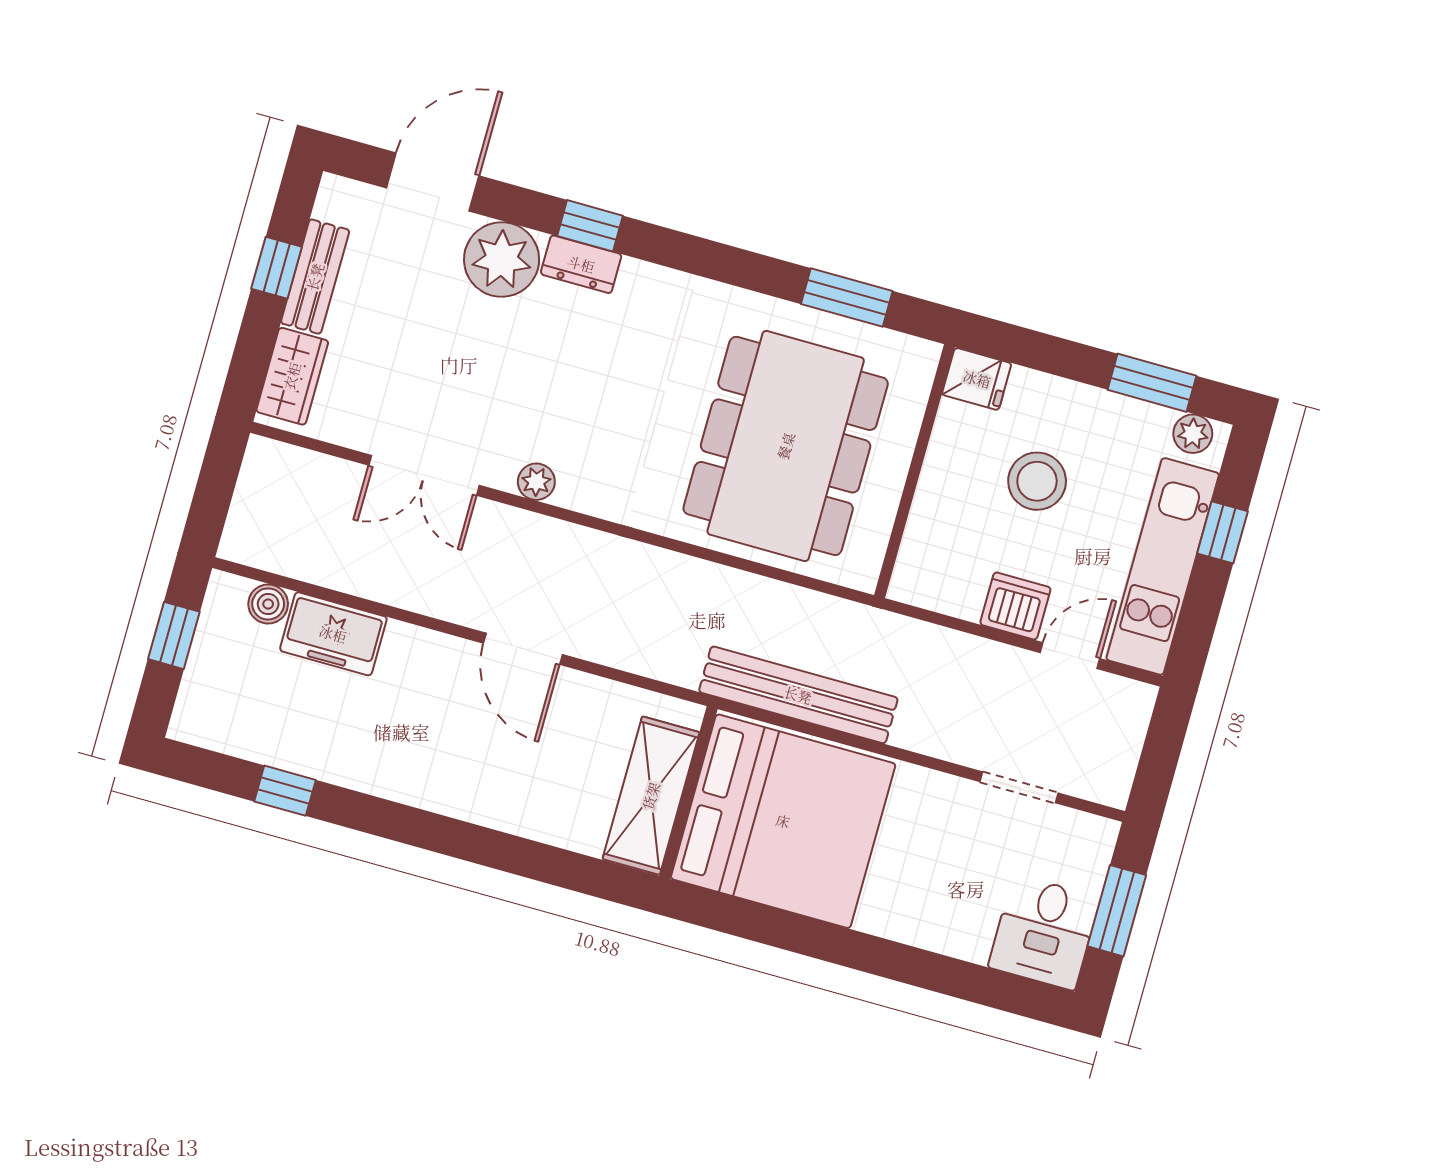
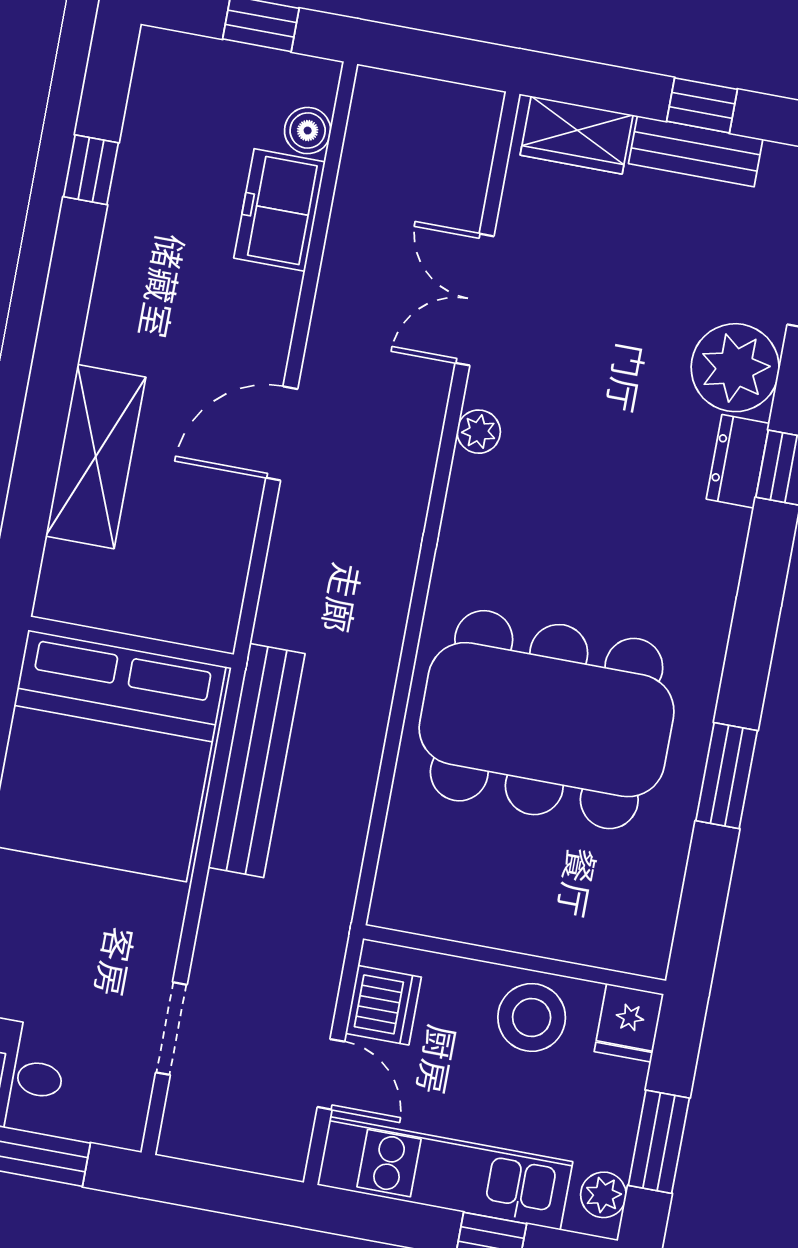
fridge: (977, 379) -> (629, 1023), moved
wall: (915, 471) -> (515, 960), moved
shelving: (651, 796) -> (96, 457), moved, turned 90

